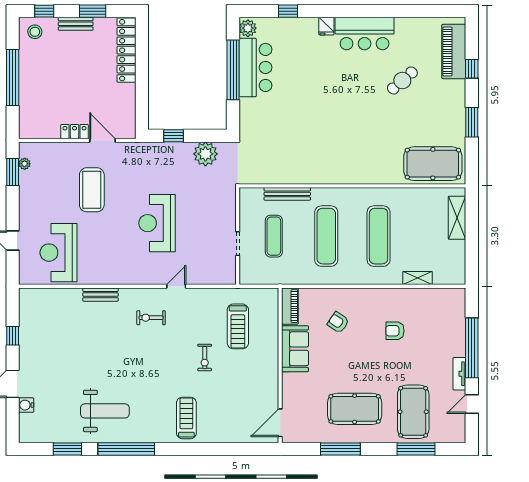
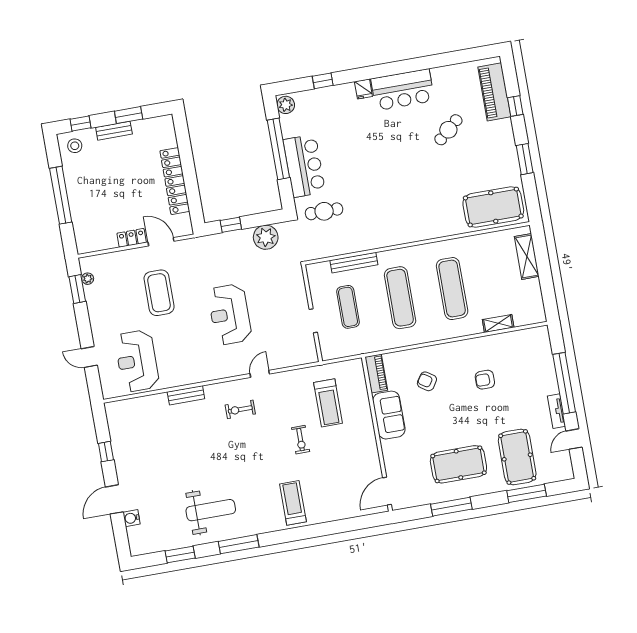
locker: (126, 50) -> (175, 181), moved
bar counter: (255, 67) -> (304, 166), moved
cafe table: (267, 139) -> (324, 211), added
window: (126, 449) -> (239, 544), width x0.68

